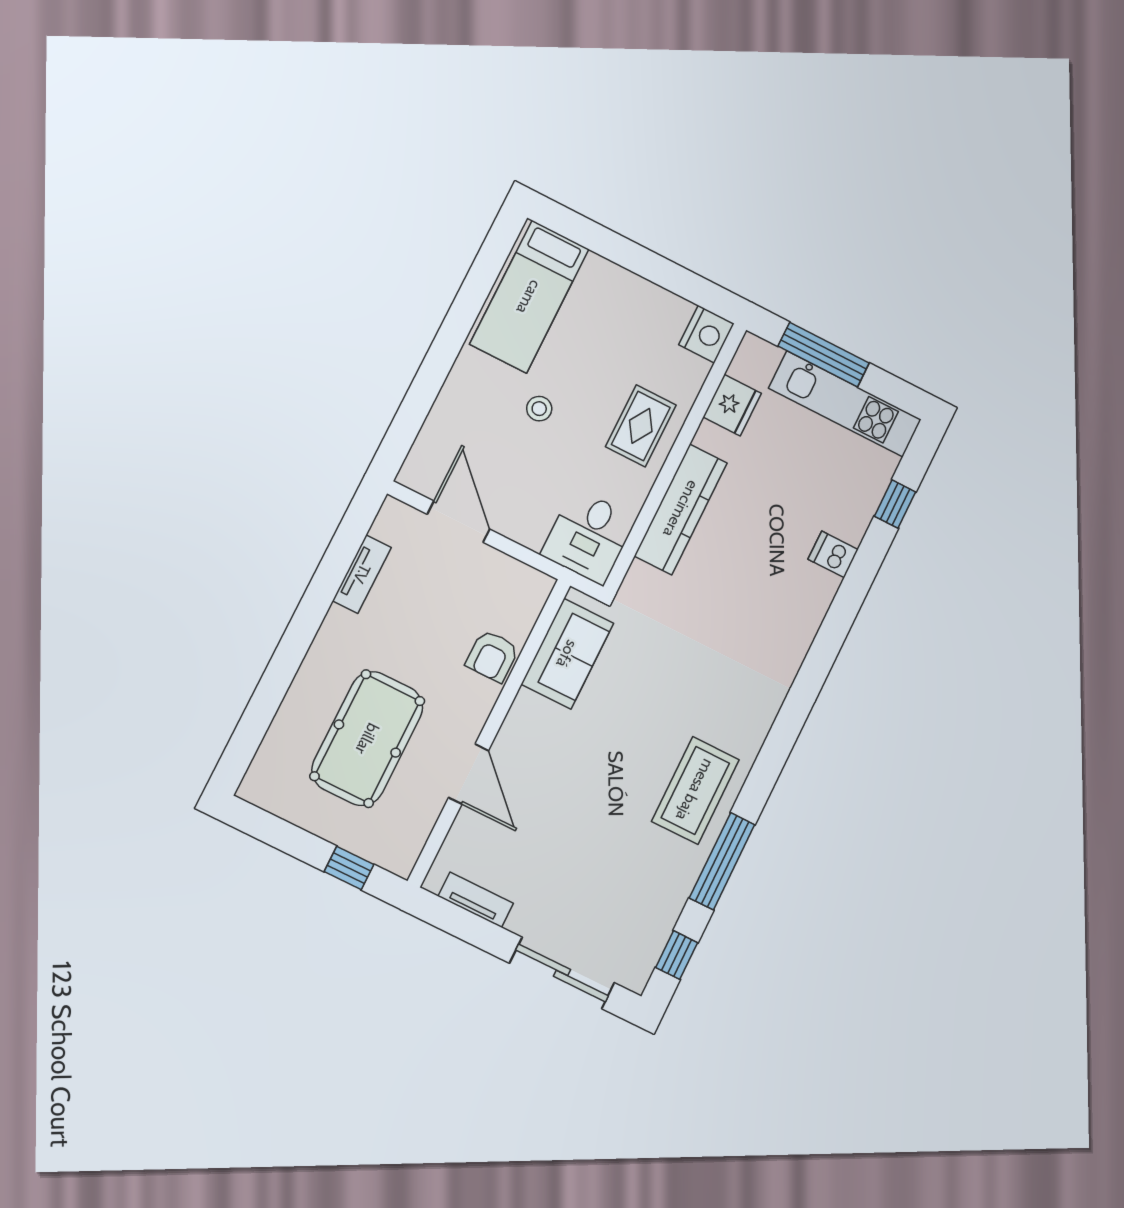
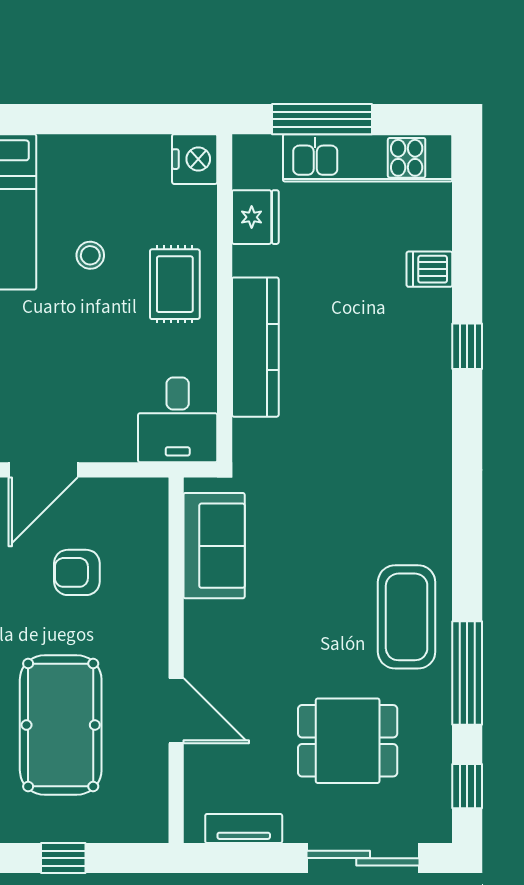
stool: (539, 409) -> (90, 255), moved
window: (895, 504) -> (467, 346), moved
door: (458, 522) -> (43, 470), swing flipped
dishwasher: (833, 554) -> (429, 269), moved
armchair: (492, 656) -> (77, 572), moved, turned 90
window: (349, 868) -> (63, 858), moved
dining table: (597, 869) -> (348, 741), added

